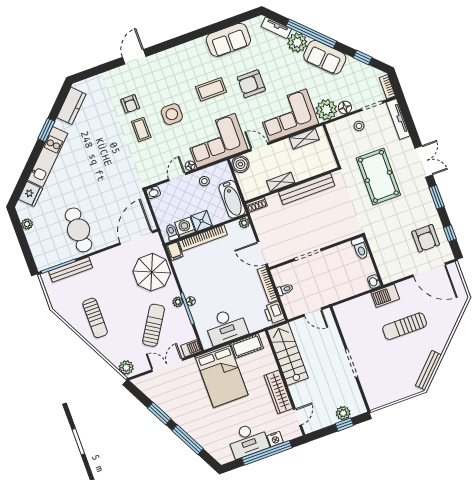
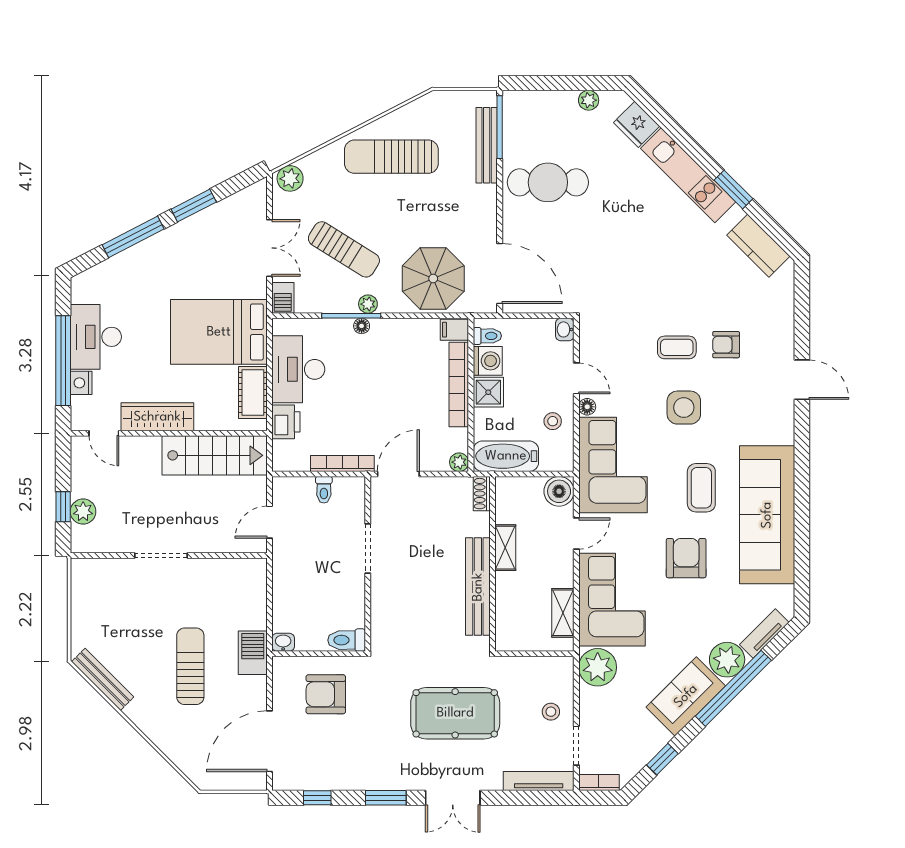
sofa: (228, 40) -> (767, 515), width x1.85, depth x1.27
floor lamp: (345, 107) -> (590, 699), removed
armchair: (426, 238) -> (326, 694), moved
printer: (274, 313) -> (286, 422), moved, turned 90
sun lounger: (95, 318) -> (391, 157), width x1.36, depth x1.34

